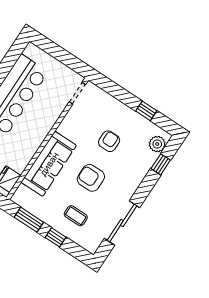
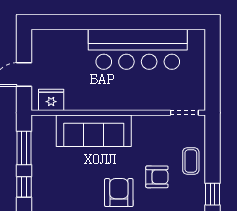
armchair: (91, 178) -> (119, 193), moved
coffee table: (76, 216) -> (191, 161), moved

